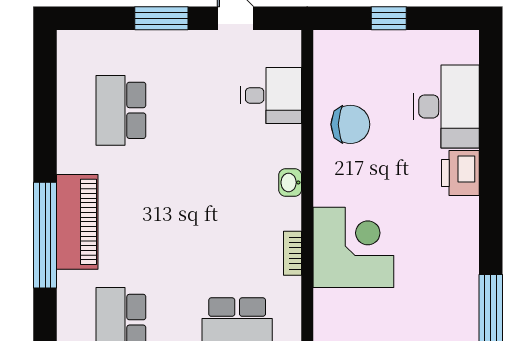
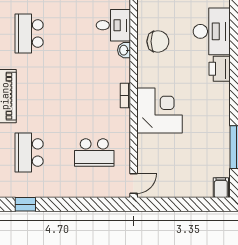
washbasin: (290, 182) -> (124, 50), moved
bookcase: (293, 253) -> (125, 96), moved

